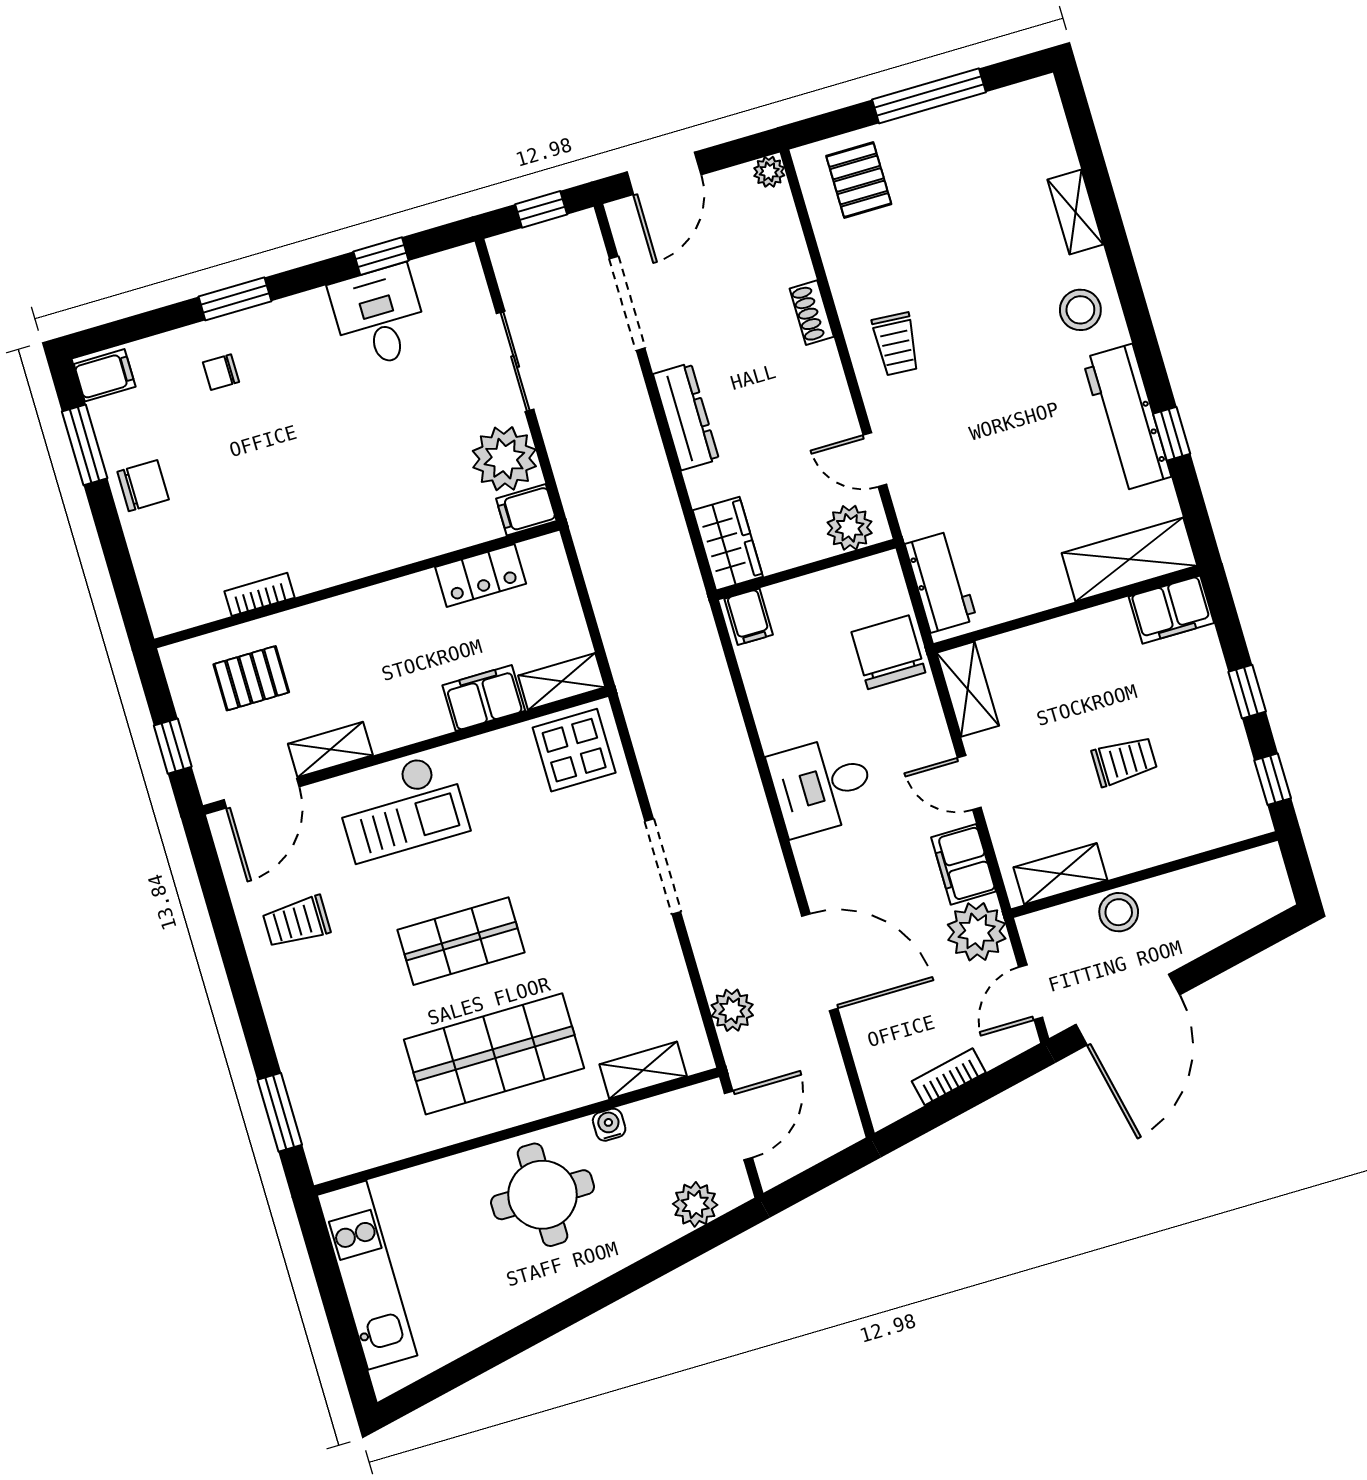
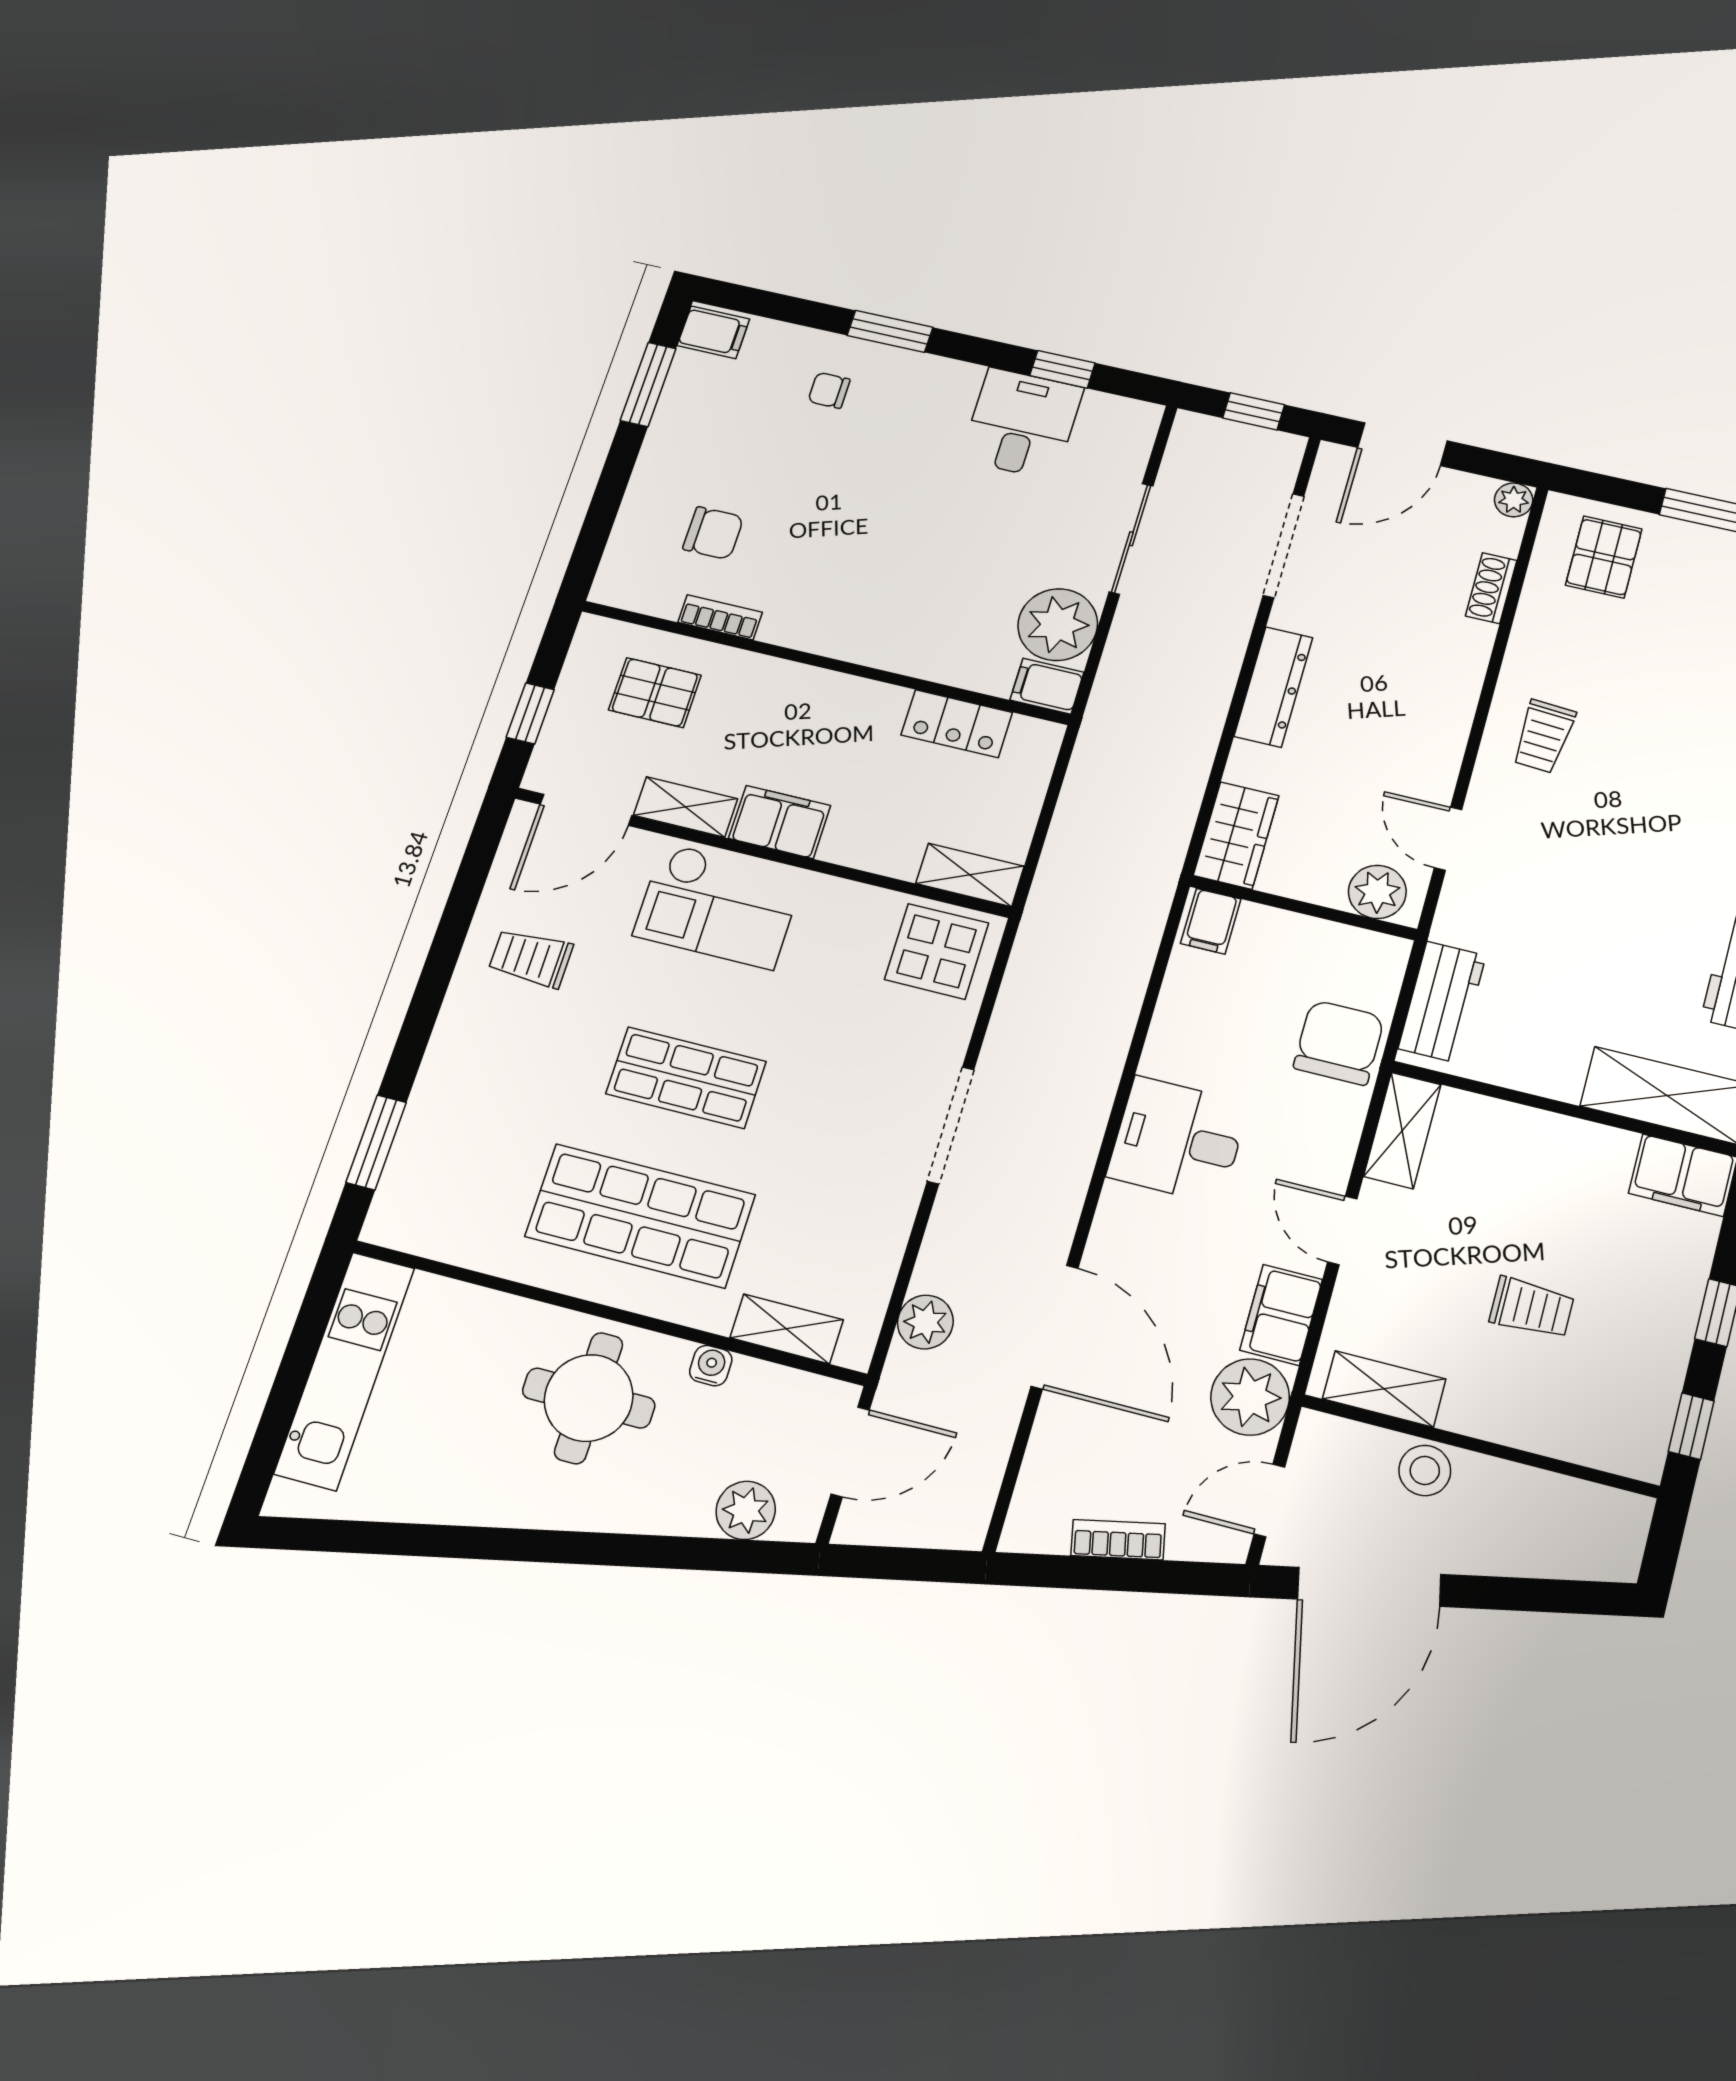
shoe rack: (812, 313) -> (1491, 588), moved
chair: (143, 486) -> (713, 533), moved
filing cabinet: (484, 698) -> (780, 822), moved

